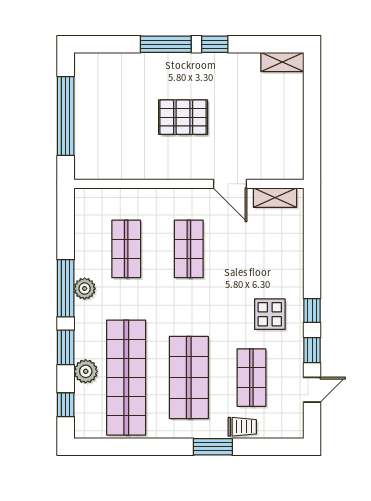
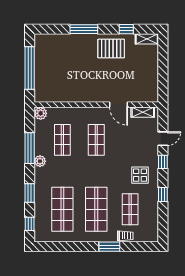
window: (215, 44) -> (126, 29), moved
pallet: (183, 117) -> (111, 49), moved
window: (66, 288) -> (30, 148), moved
window: (312, 311) -> (163, 162), moved
plant: (86, 371) -> (41, 113), moved
shop shelf: (126, 378) -> (62, 209), width x0.71
door: (312, 390) -> (163, 139), moved

